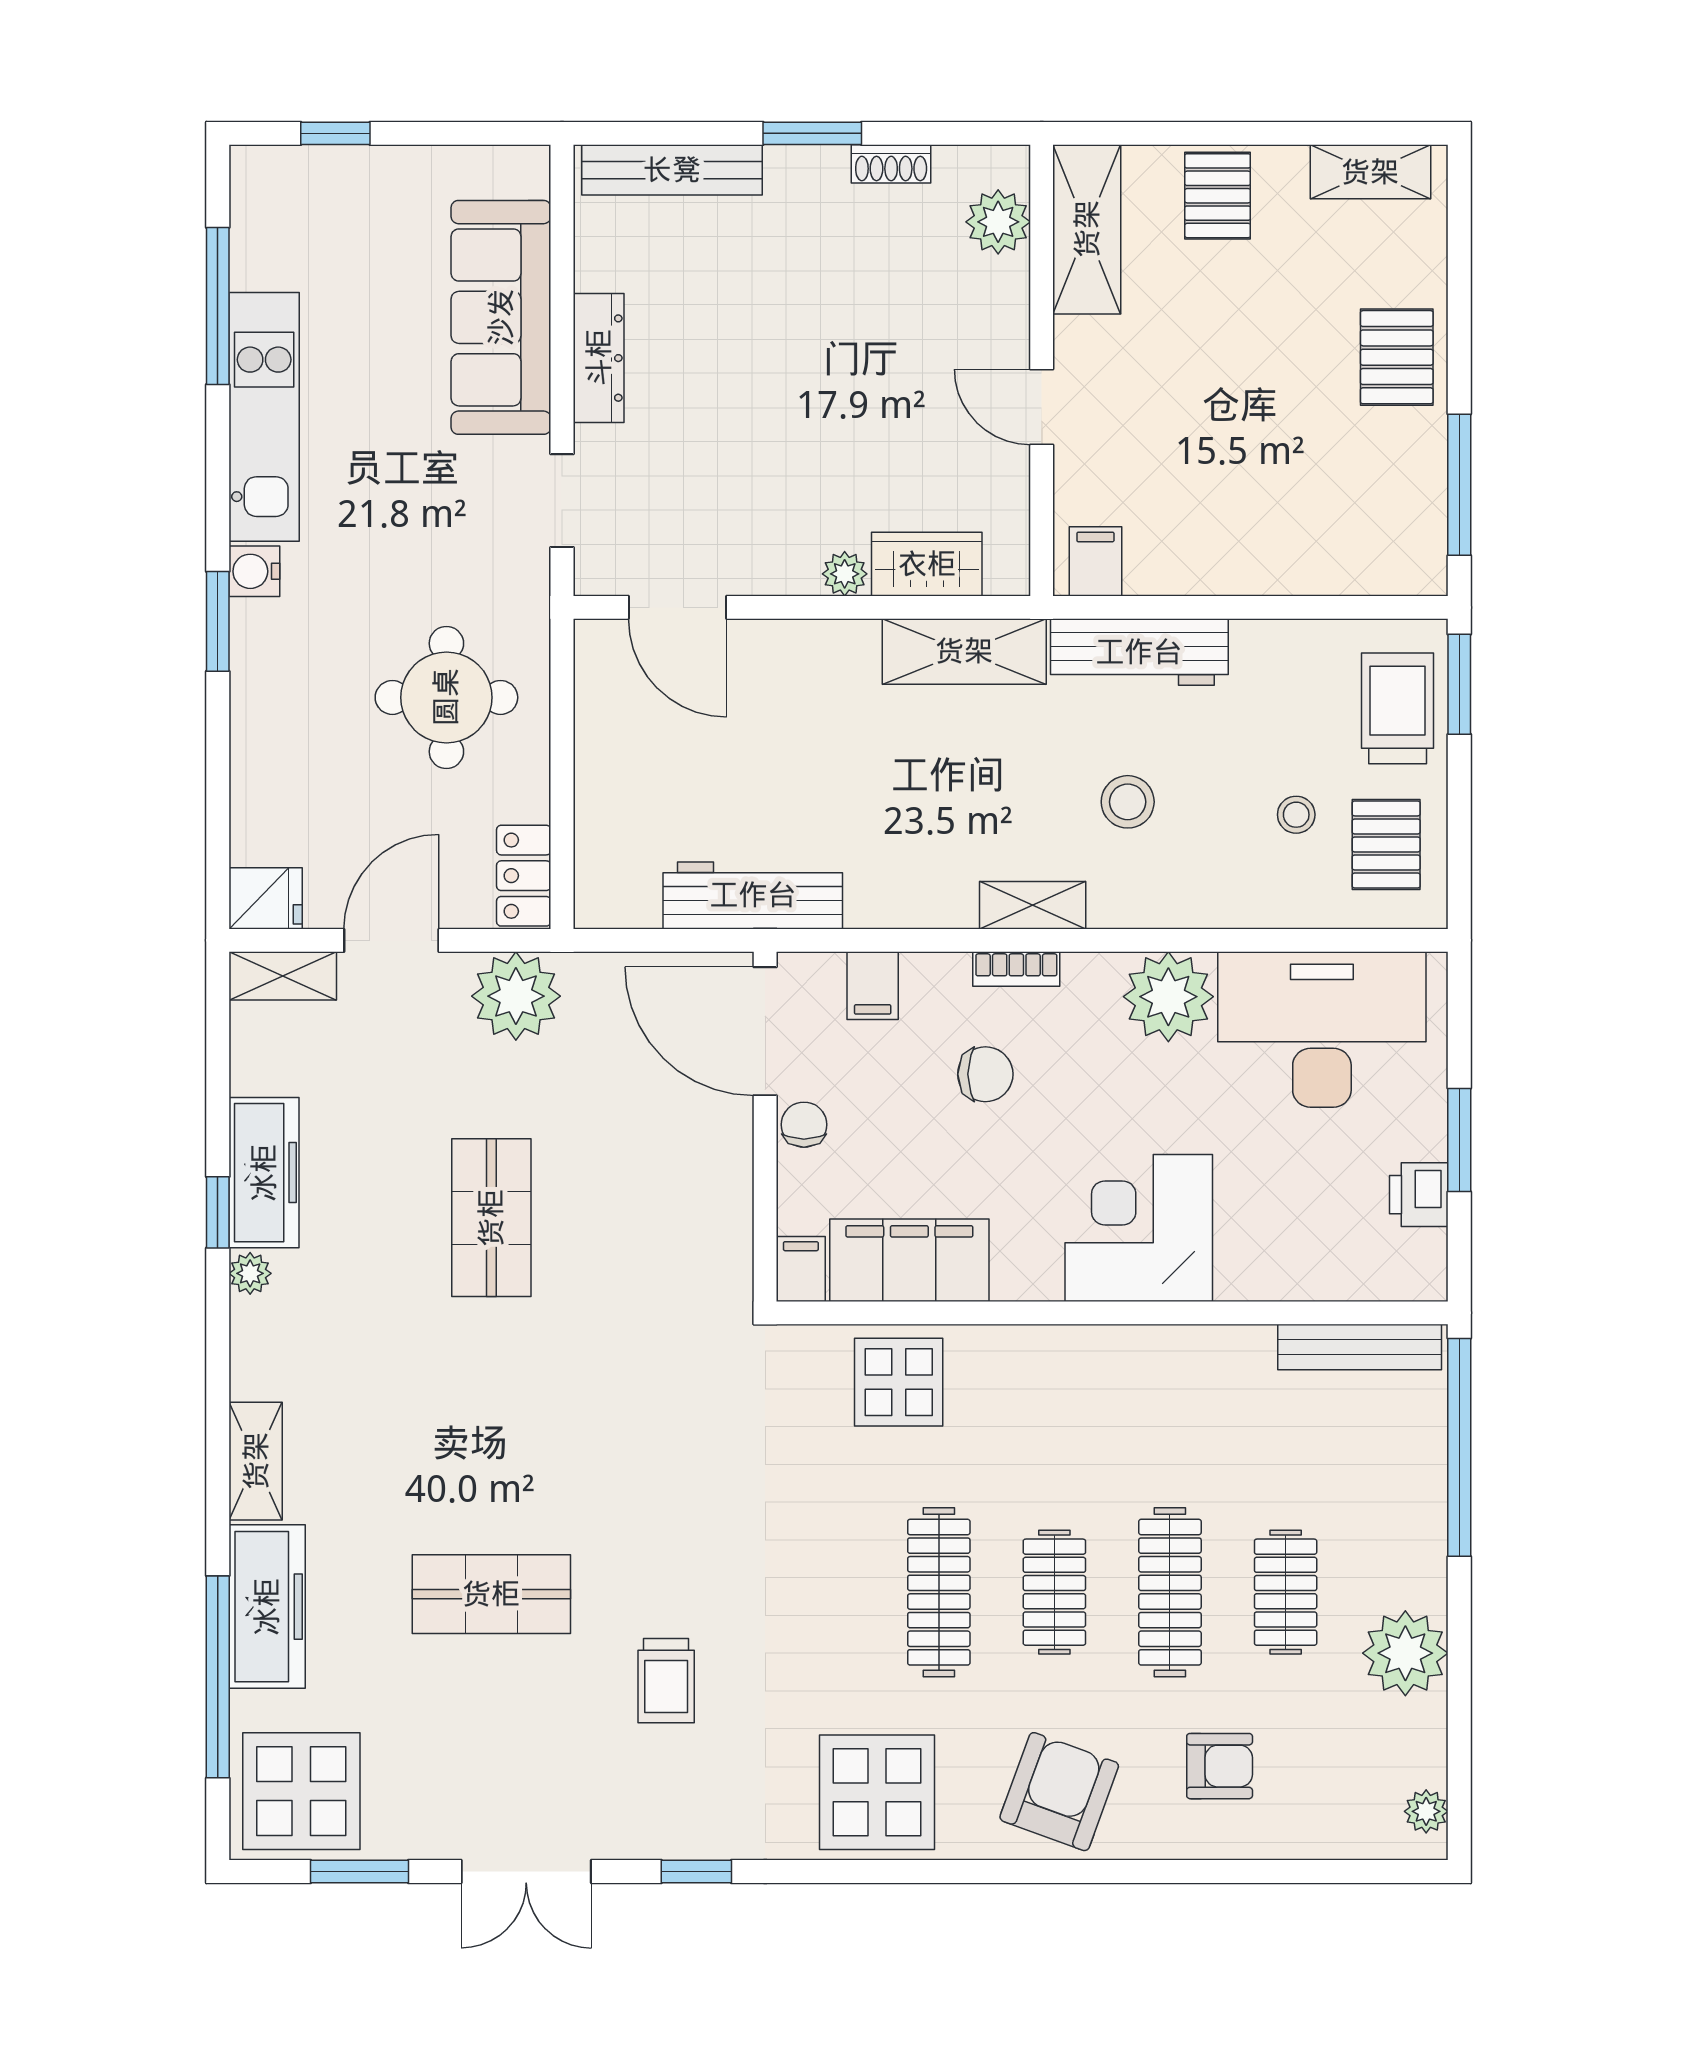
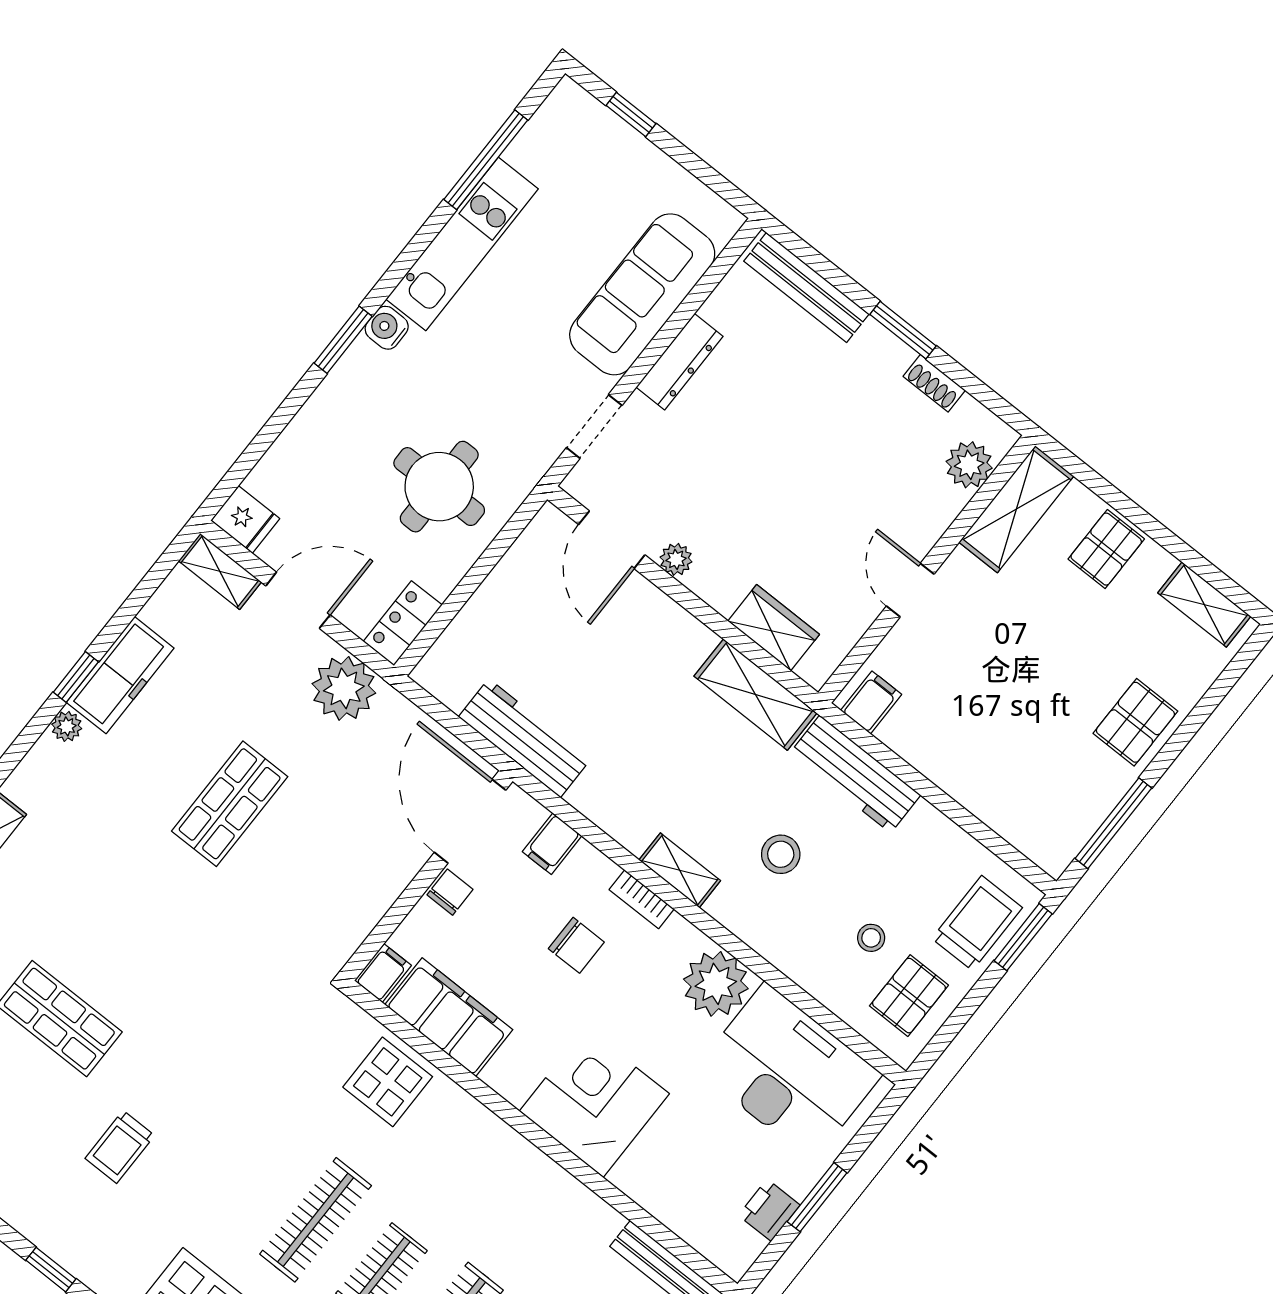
plant: (845, 574) -> (676, 559), moved

